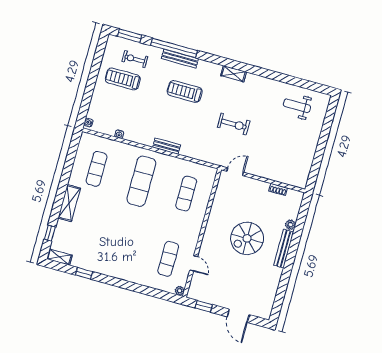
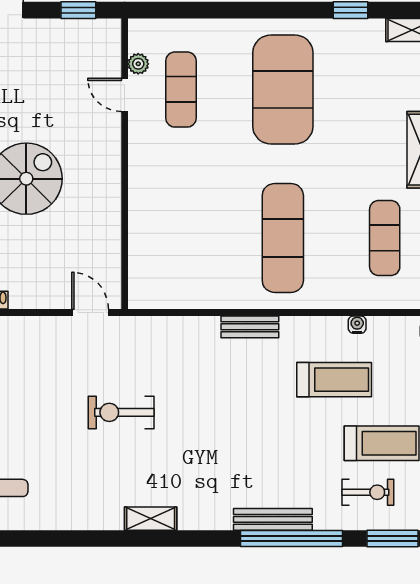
treadmill: (185, 92) -> (334, 380), moved
door: (235, 172) -> (90, 313), swing flipped
exercise mat: (186, 194) -> (283, 90), moved, width x2.00, depth x1.45
plant: (180, 291) -> (138, 64), moved

